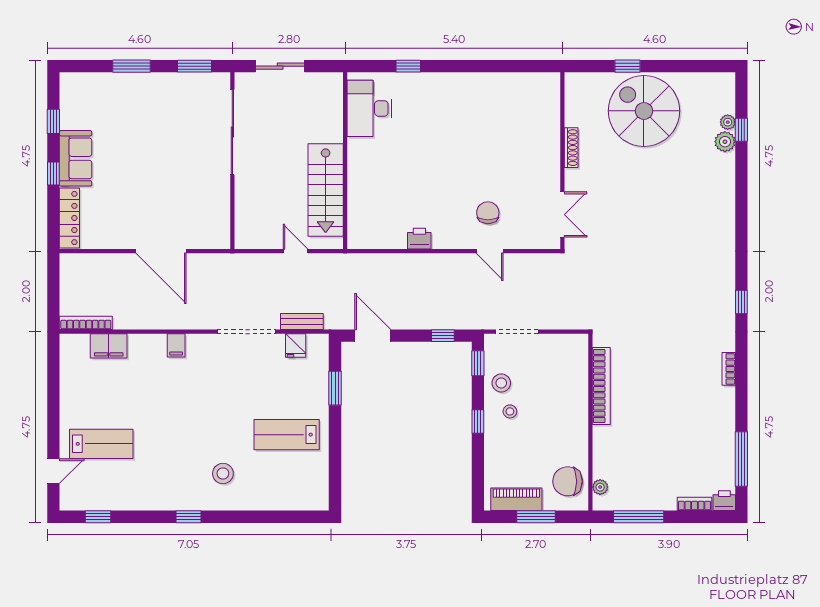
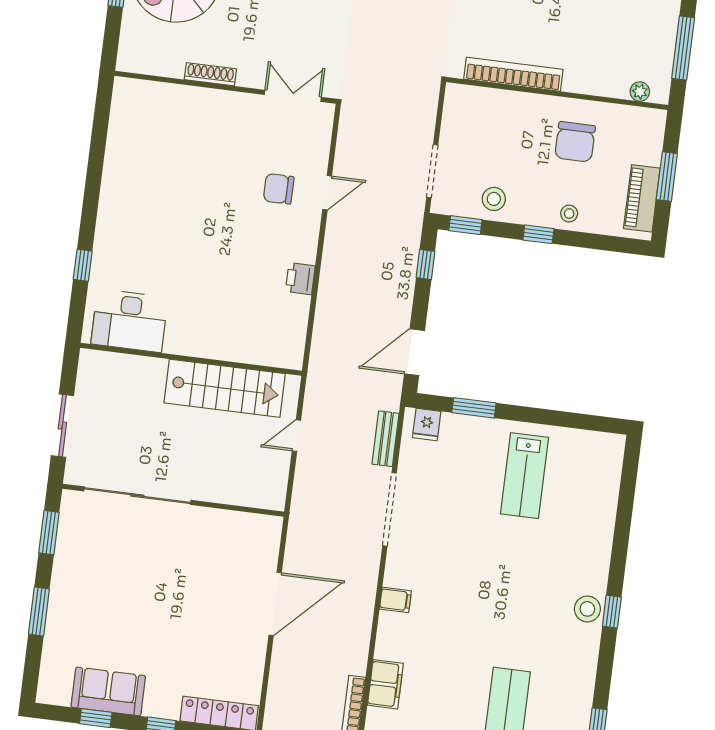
sofa: (76, 158) -> (108, 691), moved
fridge: (296, 346) -> (427, 424), moved, turned 90
stool: (510, 411) -> (569, 214), moved
stool: (223, 473) -> (587, 609), moved
chair: (568, 481) -> (575, 142), moved

